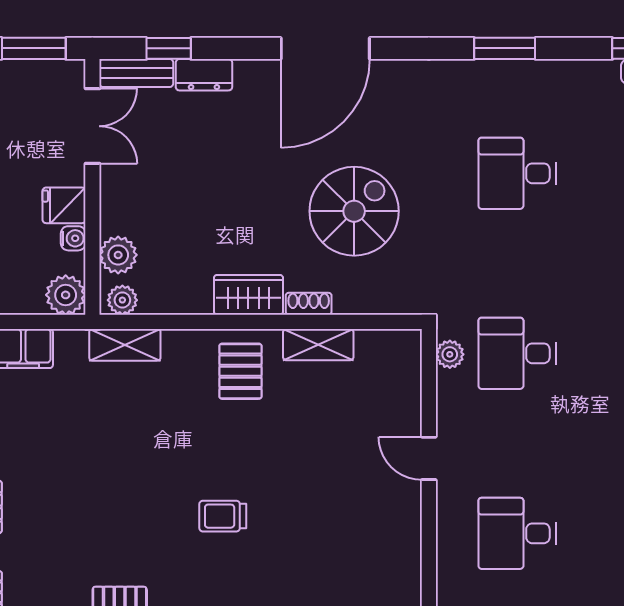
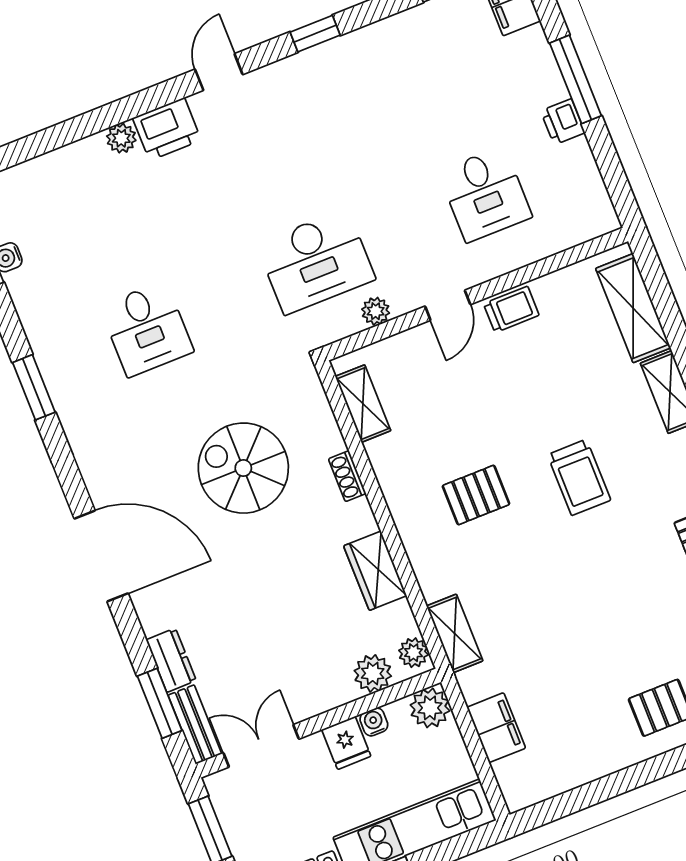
window: (169, 48) -> (160, 703), width x1.50
wardrobe: (248, 295) -> (375, 571), moved
shelving: (318, 345) -> (363, 404), moved
desk: (517, 353) -> (316, 262), width x1.37
plant: (450, 354) -> (376, 311), moved
pallet: (240, 371) -> (476, 495), moved
trolley: (402, 515) -> (511, 309), added
trolley: (223, 516) -> (579, 477), width x1.36, depth x1.39

